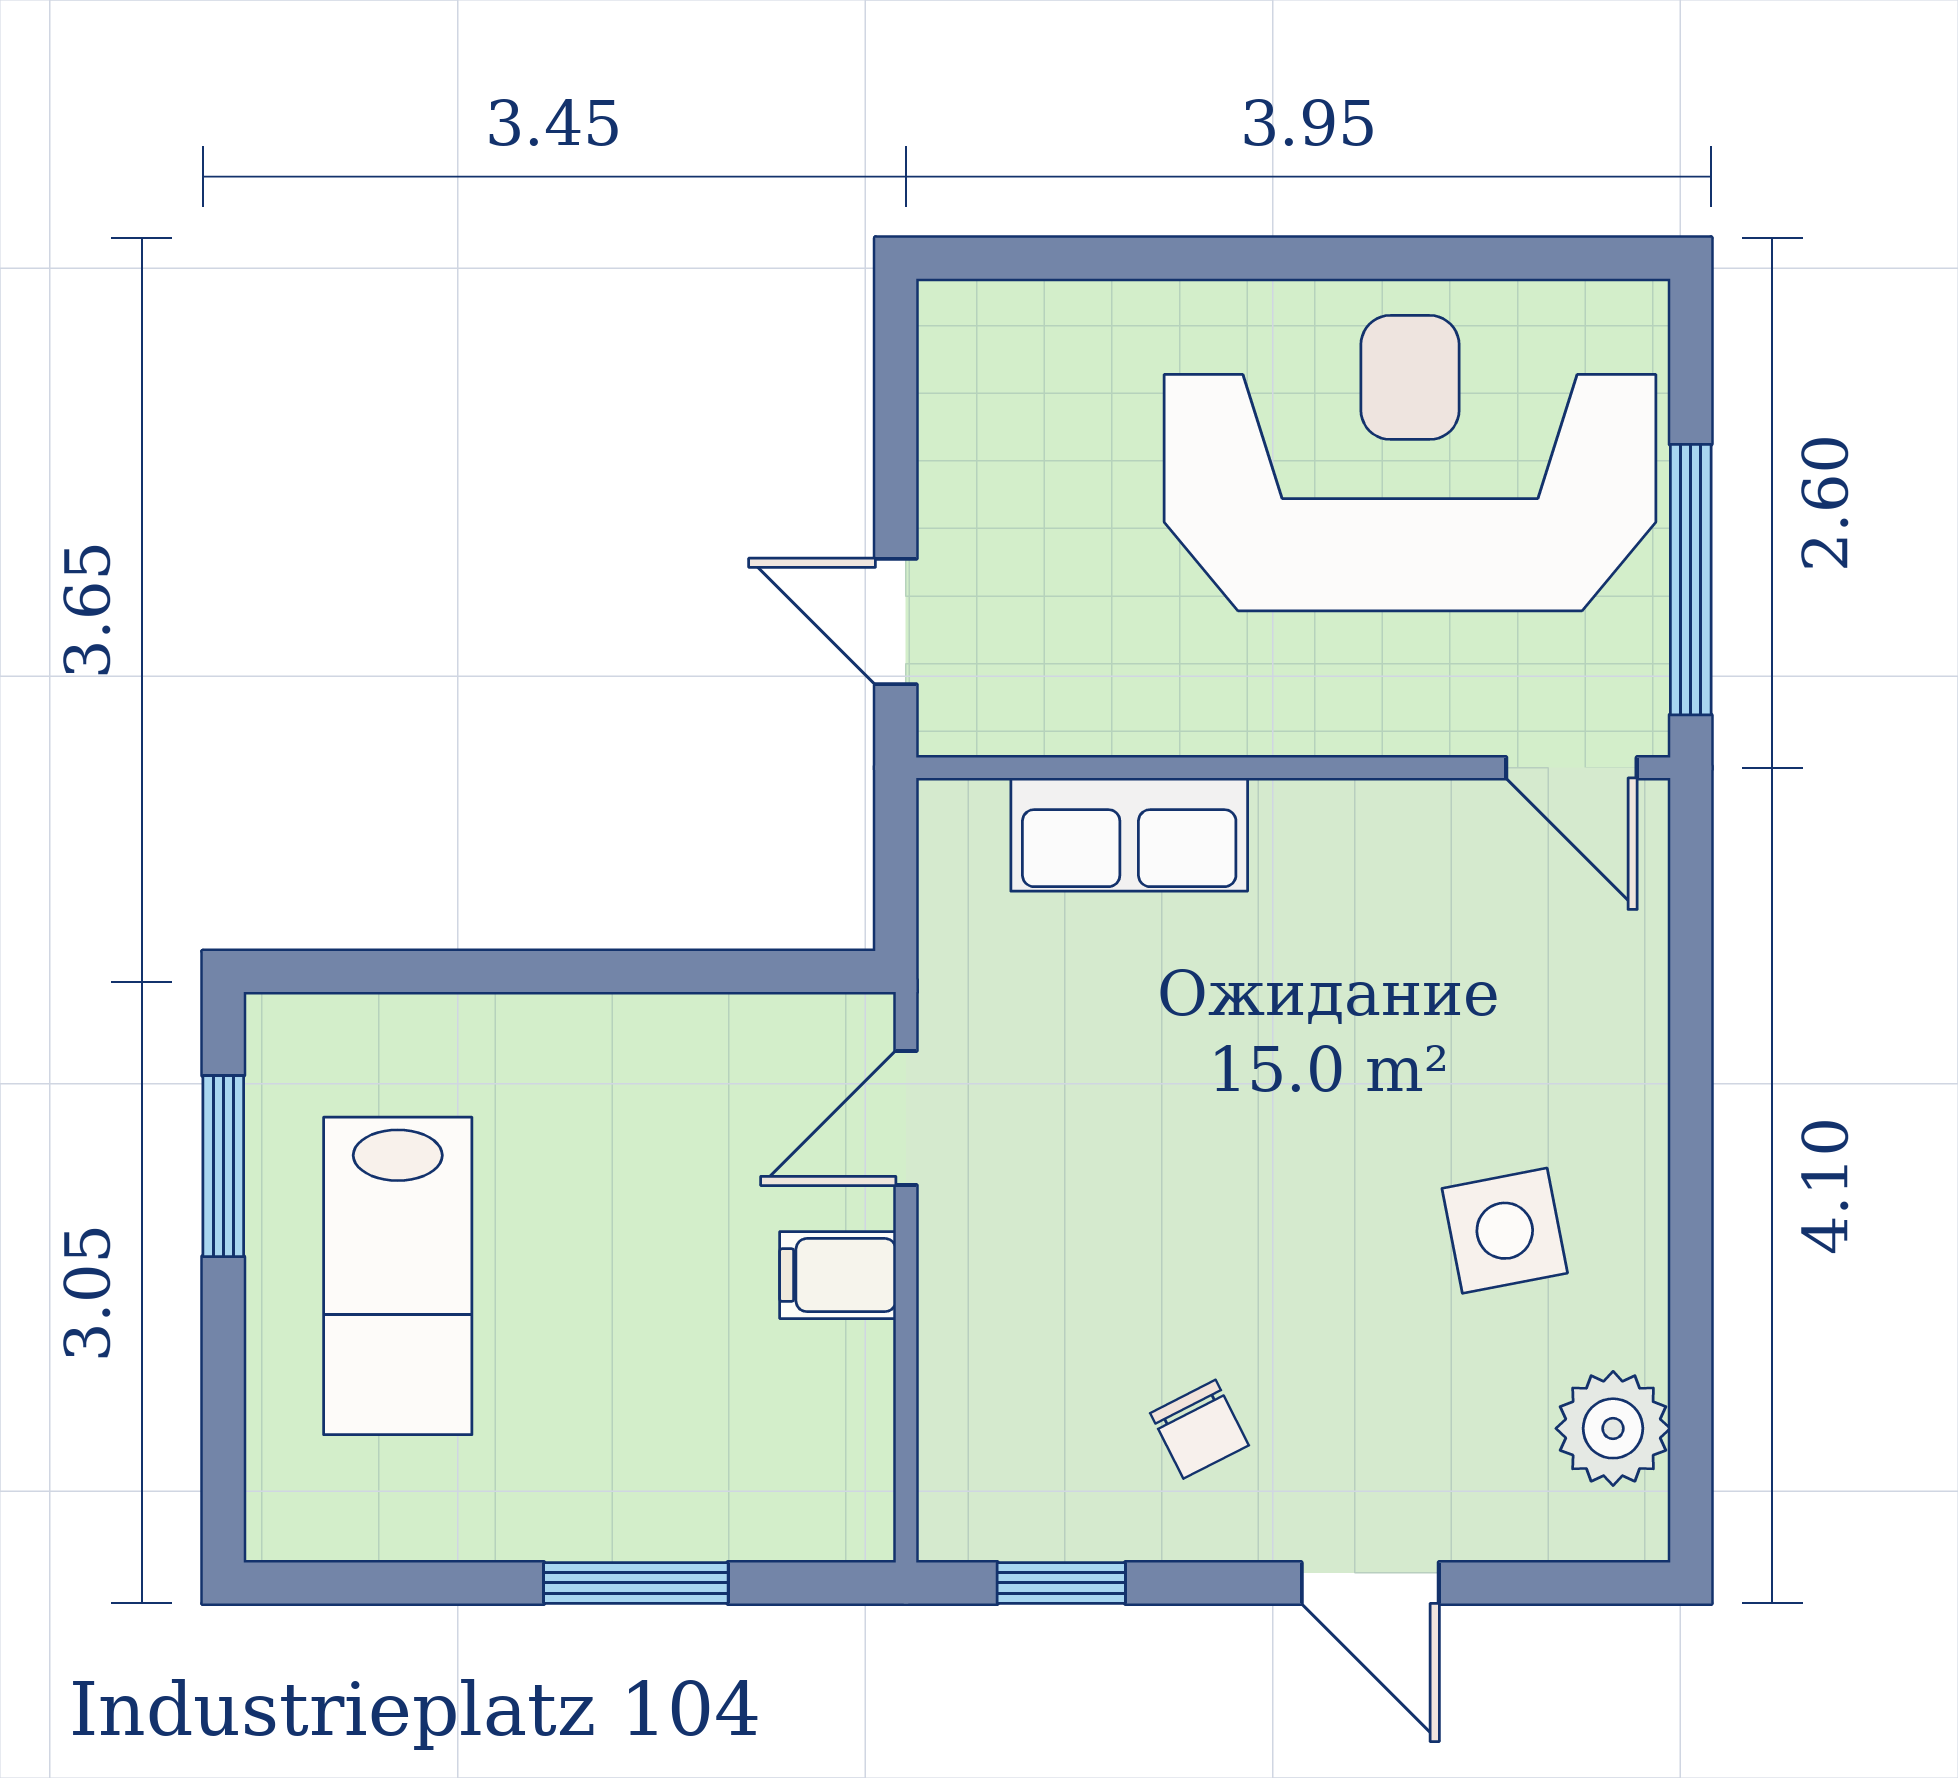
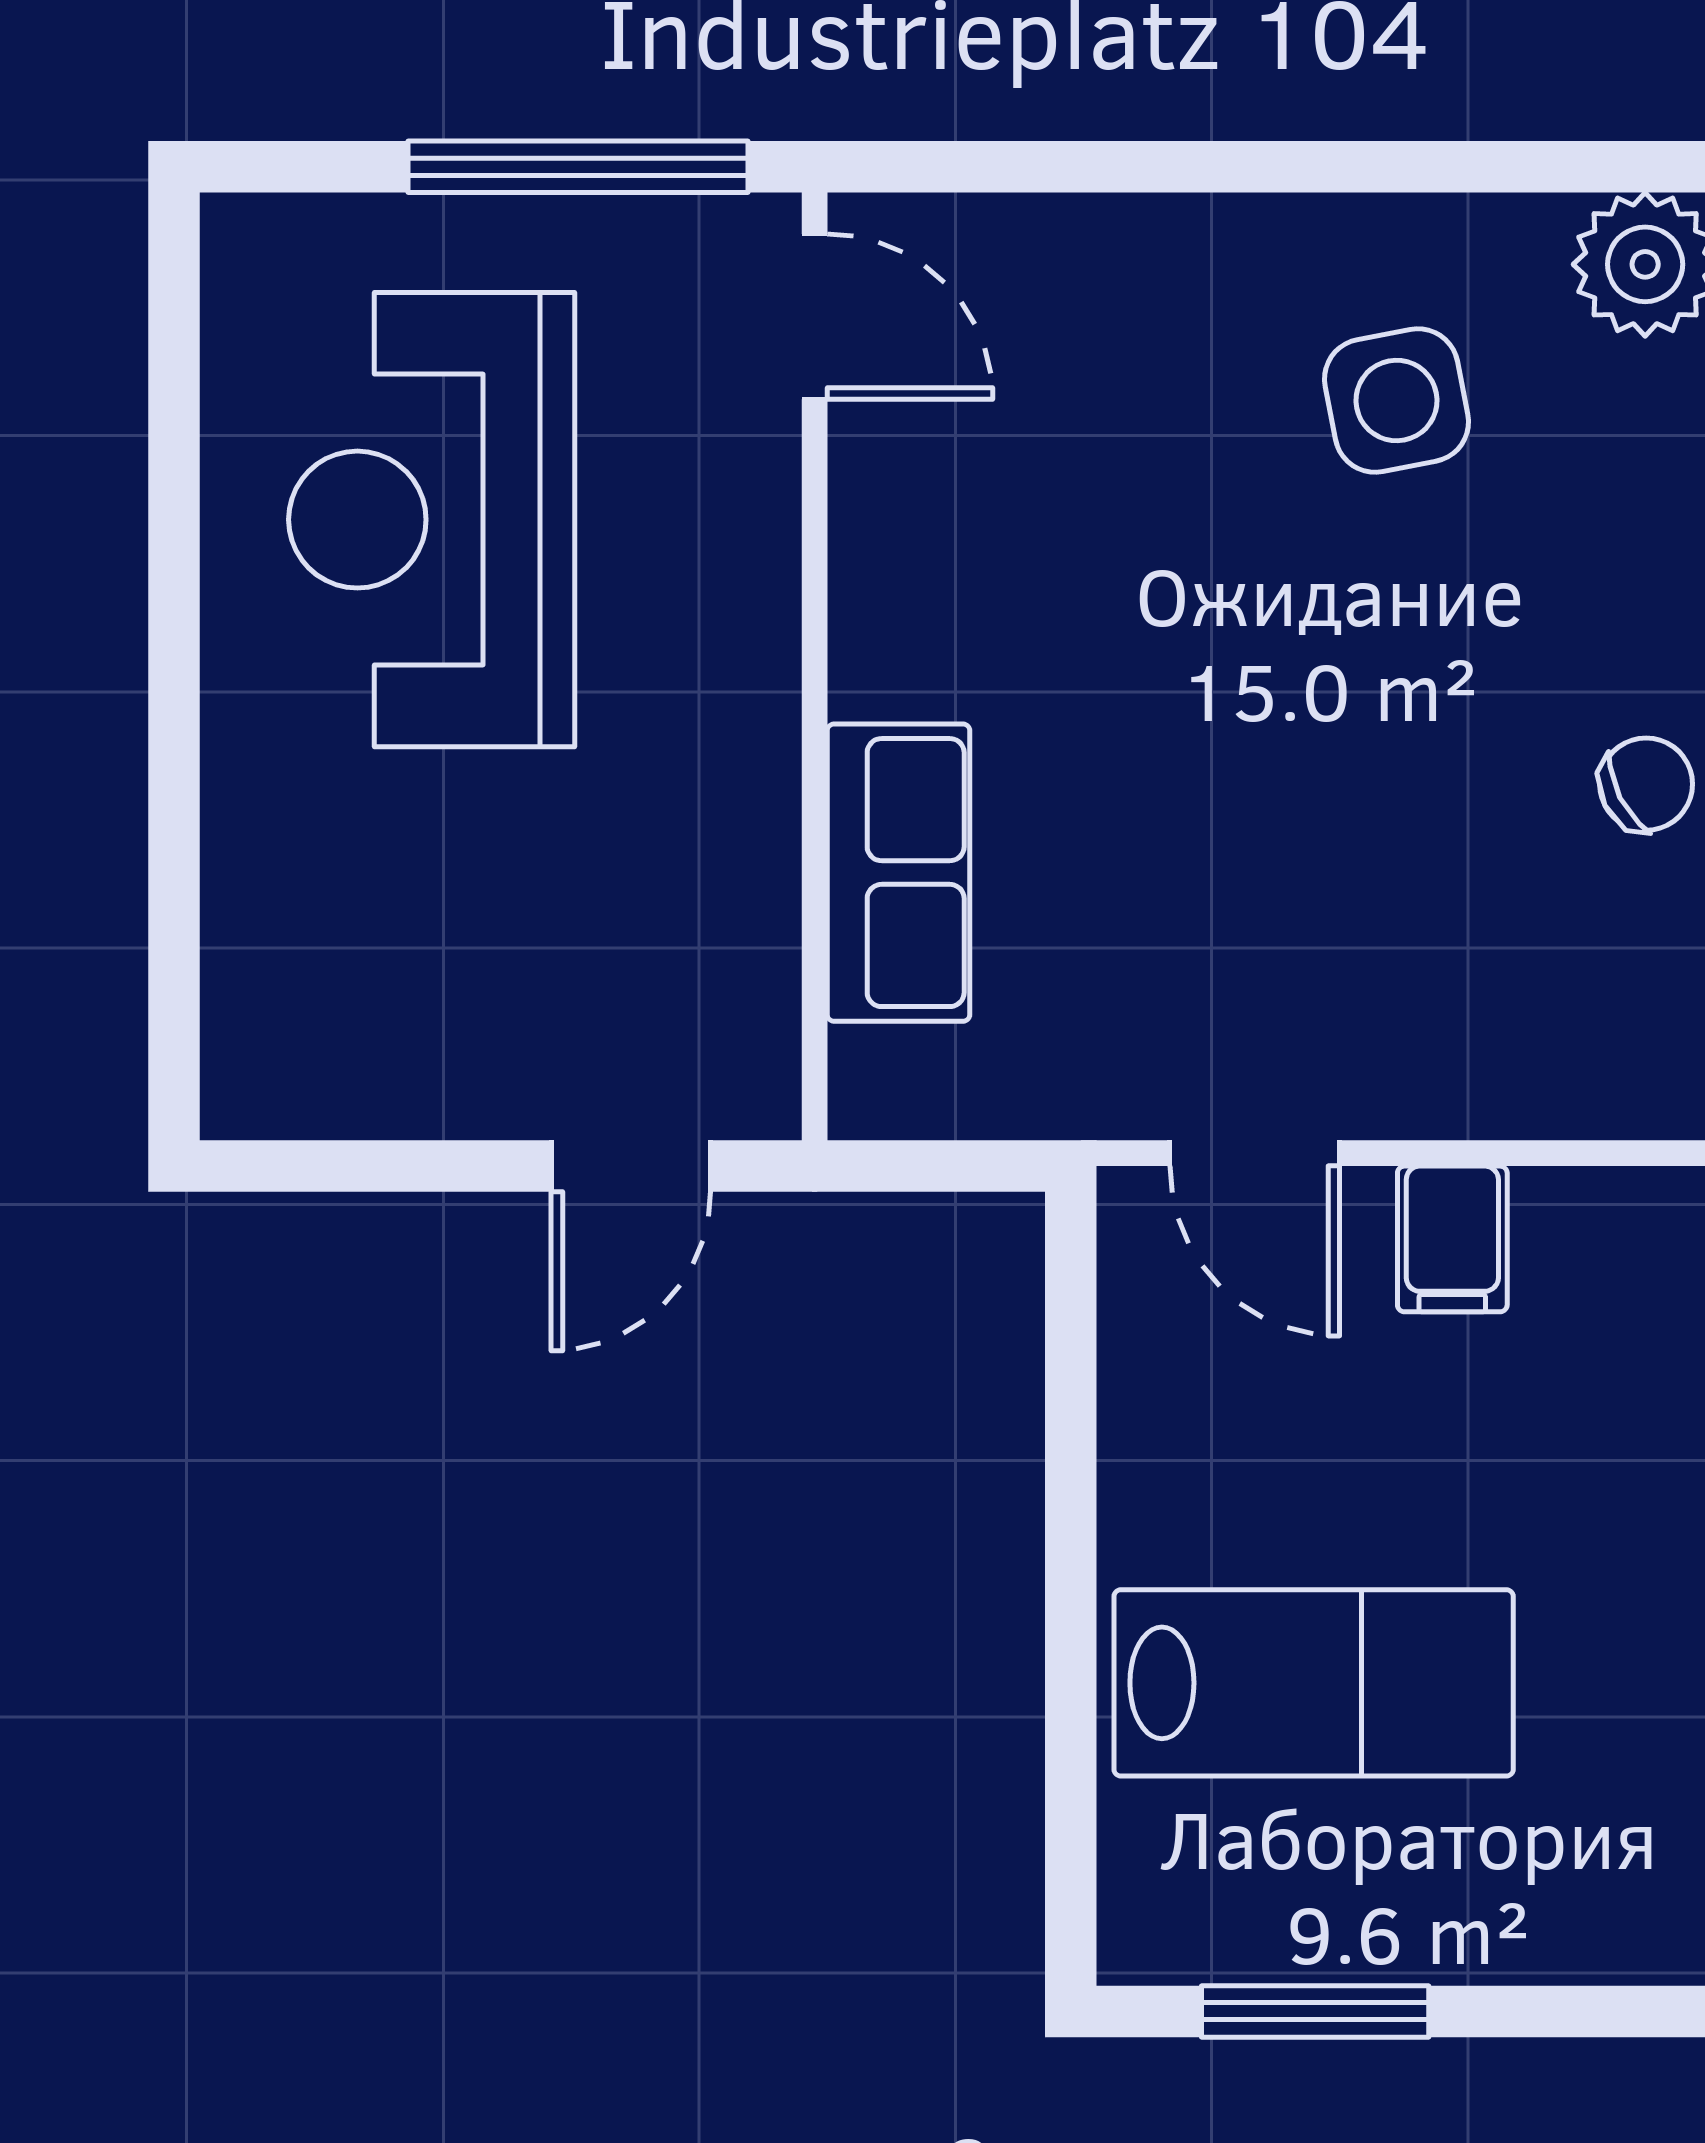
reception desk: (1410, 463) -> (432, 520), width x0.74, depth x0.77
door: (1571, 768) -> (815, 317), hinge flipped
lab bench: (398, 1276) -> (1314, 1683), moved

